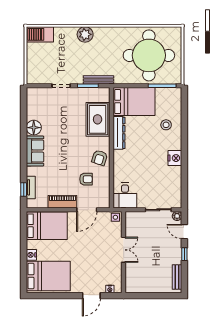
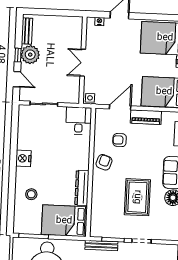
rug: (98, 119) -> (137, 197), moved
plant: (177, 216) -> (30, 55), moved, width x1.87, depth x1.87

